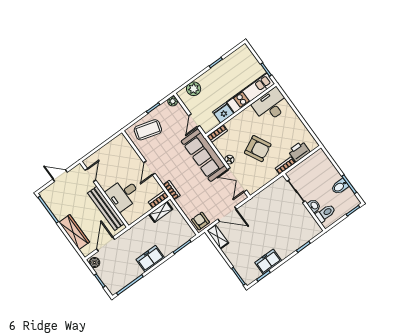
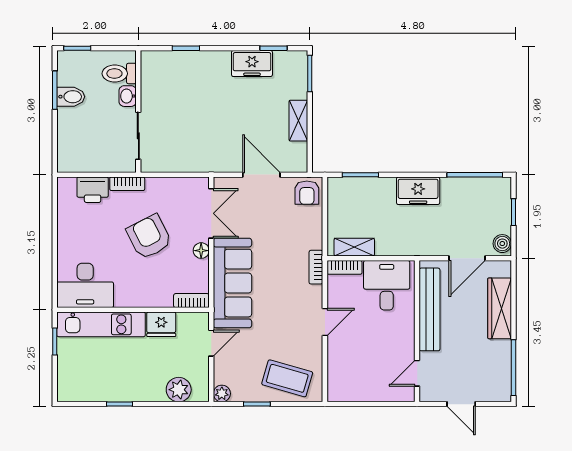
desk: (123, 194) -> (387, 285), moved, turned -90
shelving: (218, 237) -> (298, 121), moved

